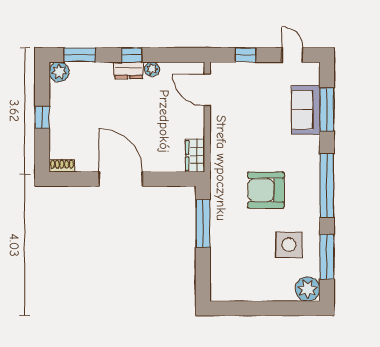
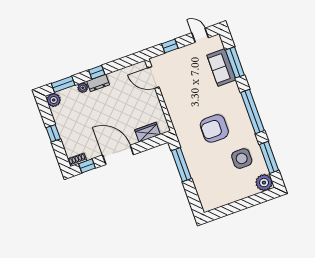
plant: (152, 69) -> (83, 88), moved
wardrobe: (195, 156) -> (148, 132), moved, turned 90
window: (72, 179) -> (87, 166), added

